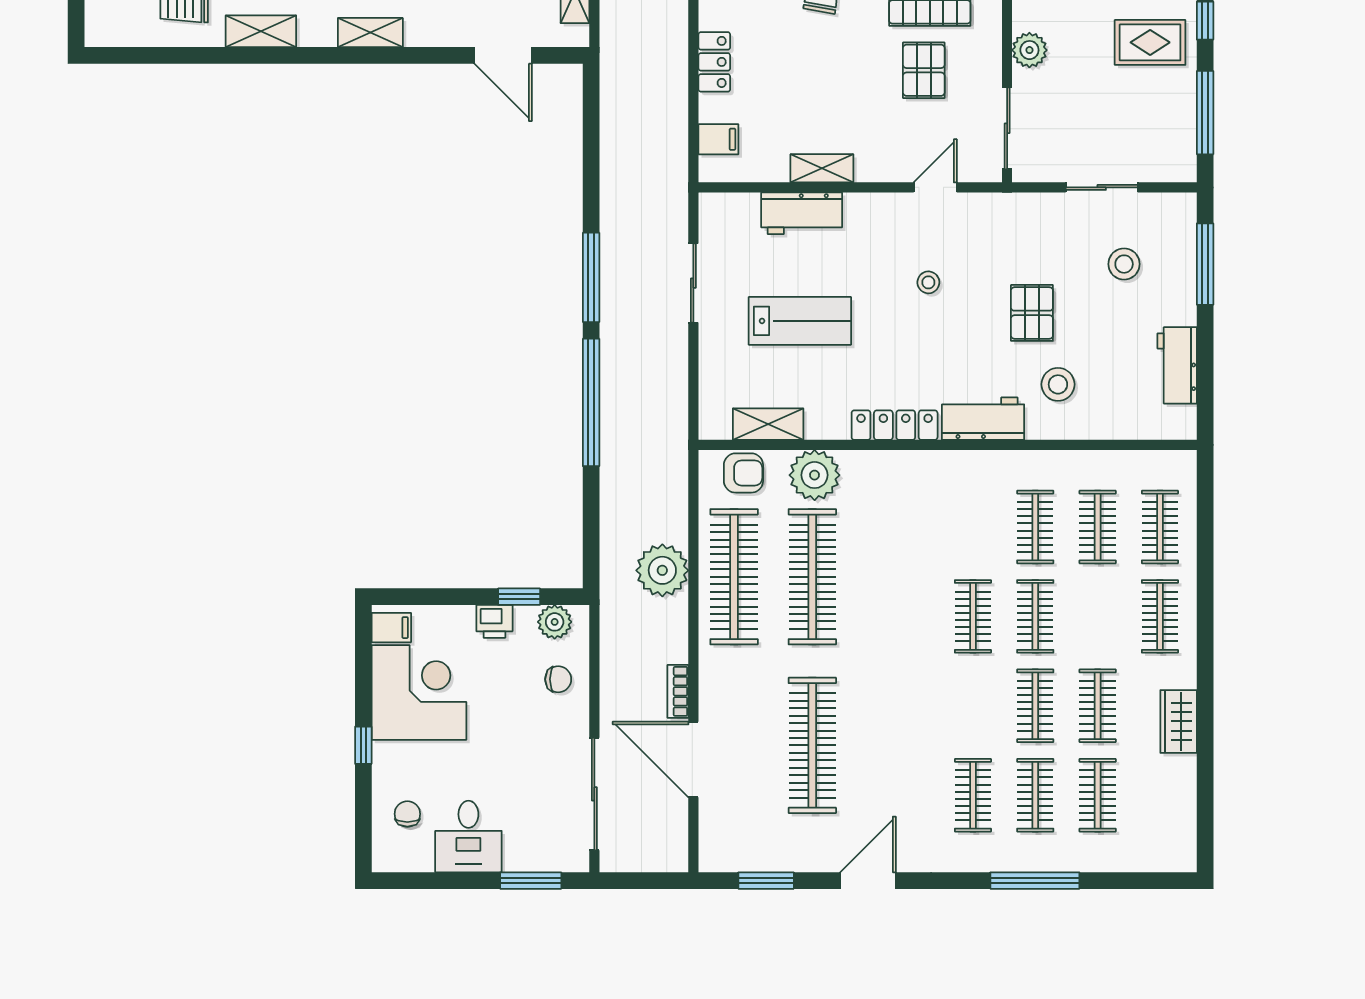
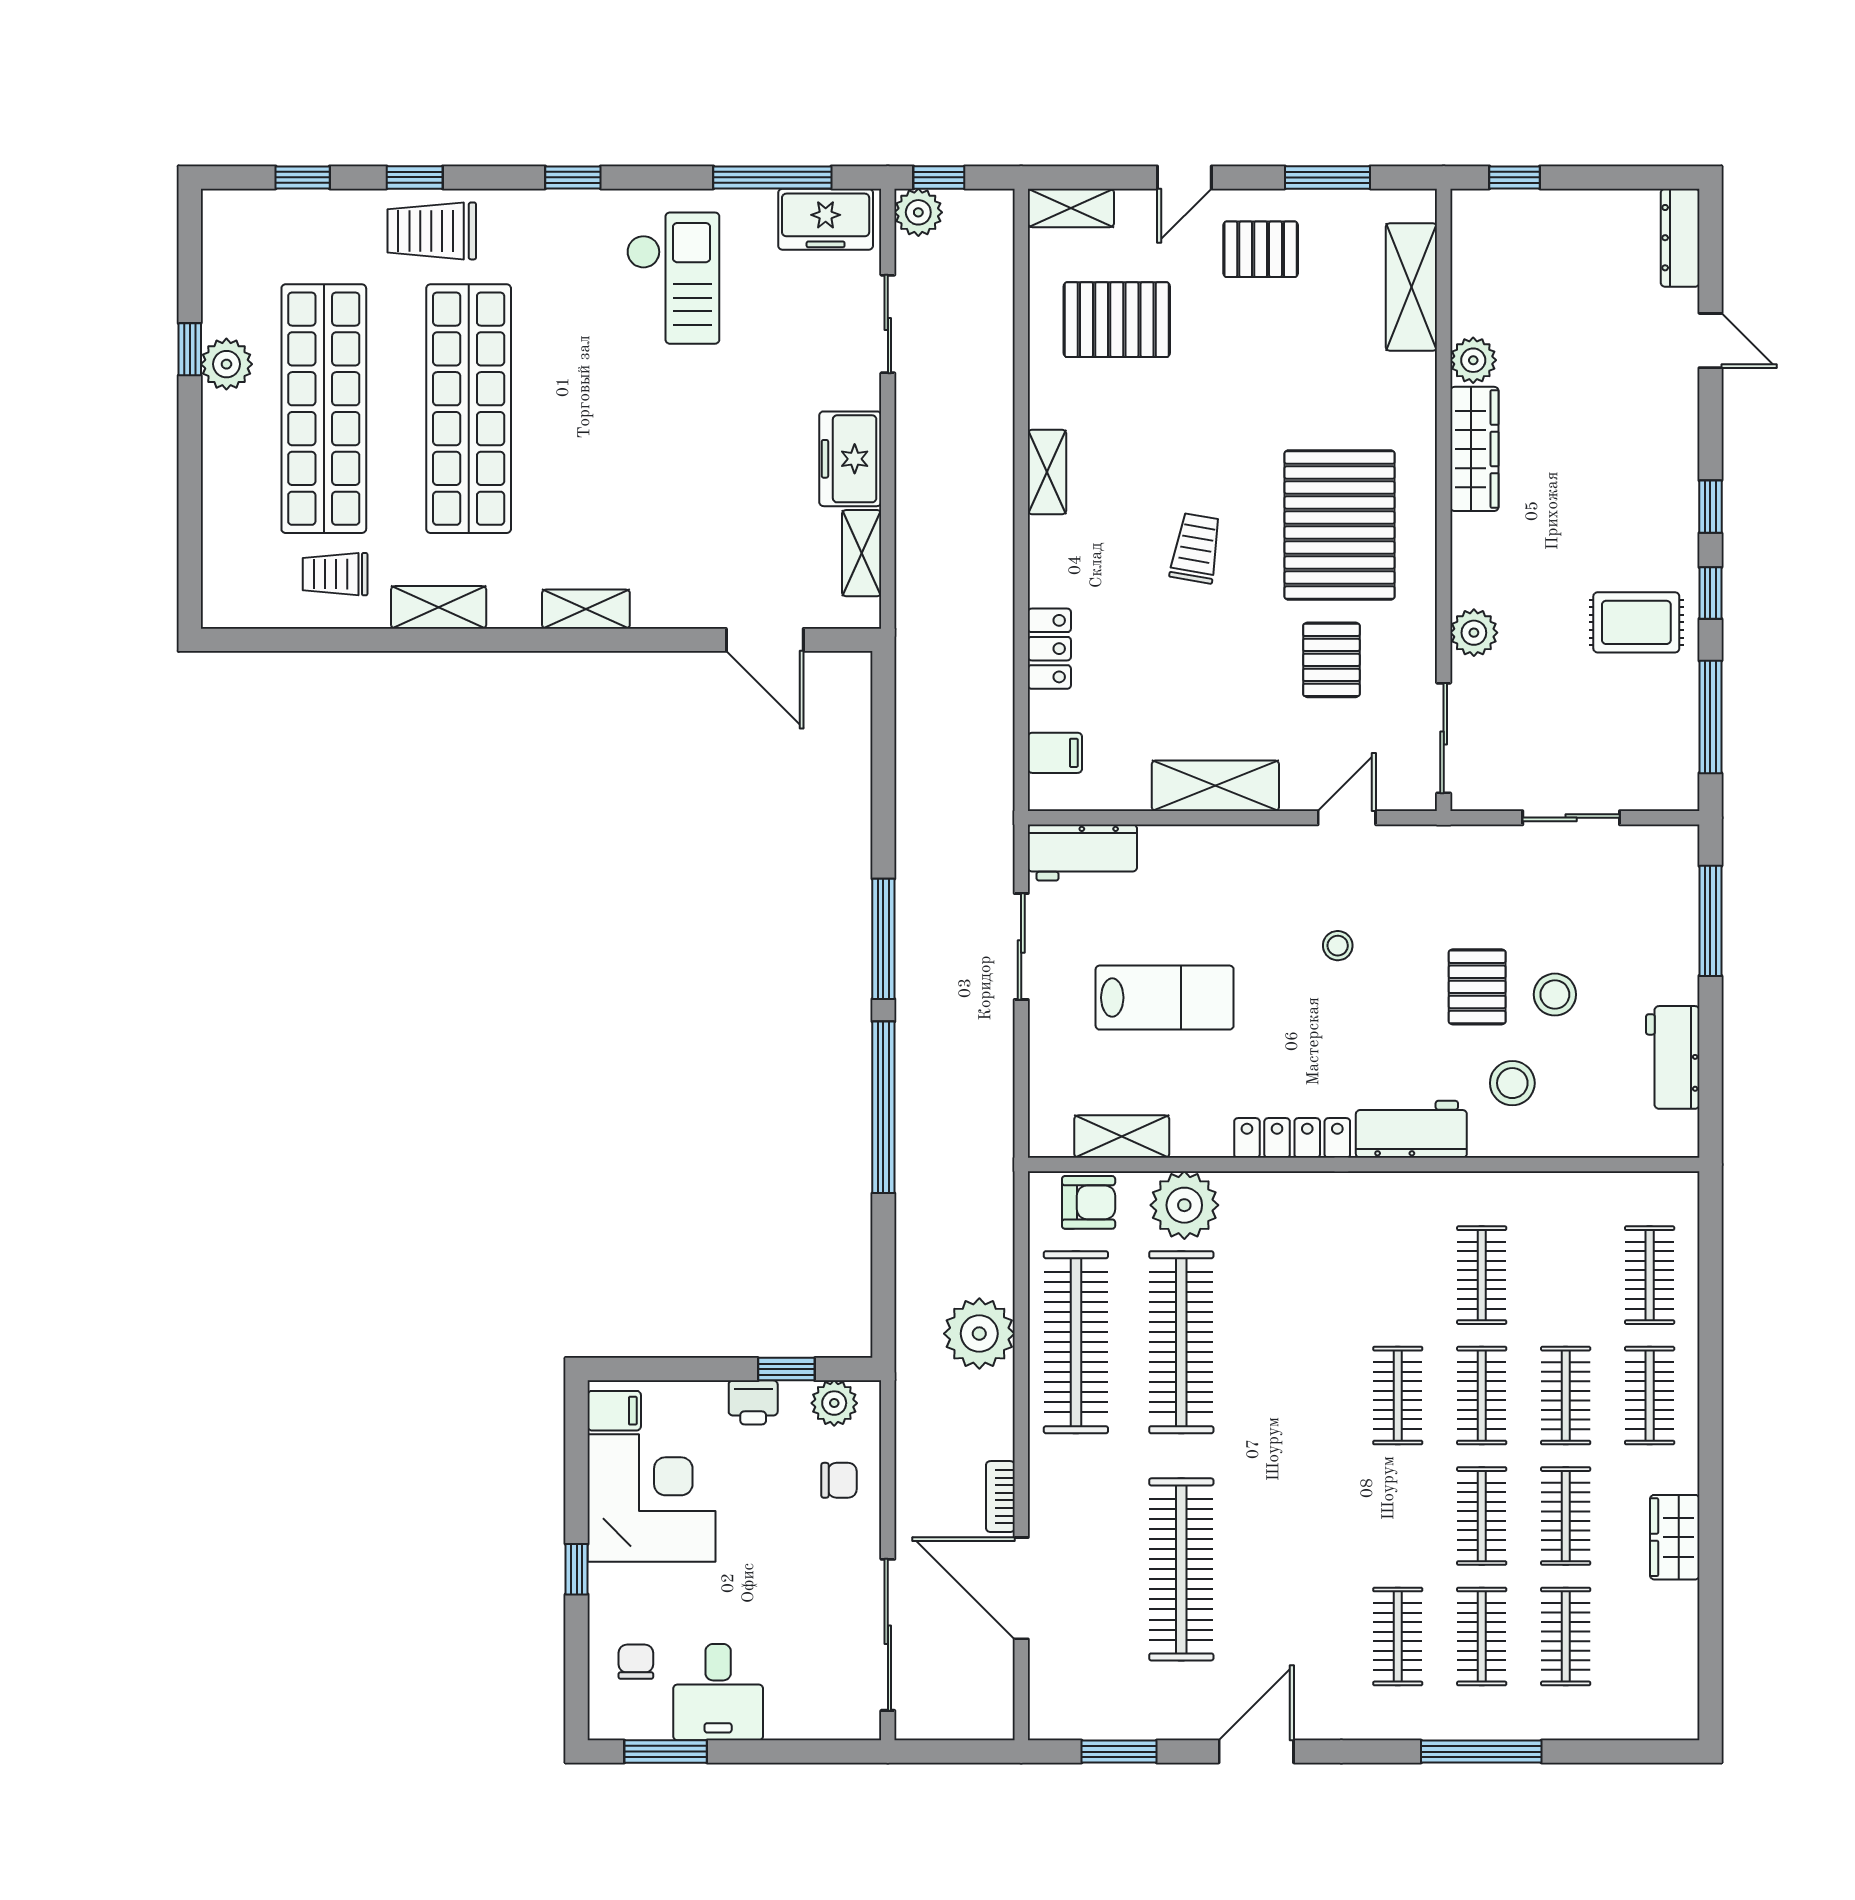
shelving: (822, 168) -> (1215, 786), width x1.50, depth x1.33
workbench: (802, 213) -> (1082, 853), moved
stool: (1124, 264) -> (1555, 995), moved
clothes rail: (1098, 527) -> (1566, 1396), moved
window: (531, 881) -> (666, 1752), moved

